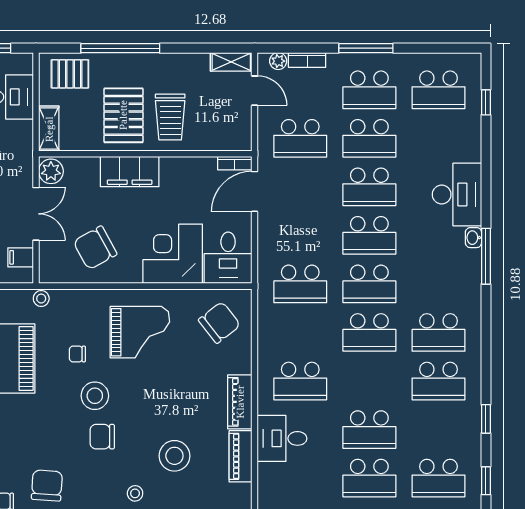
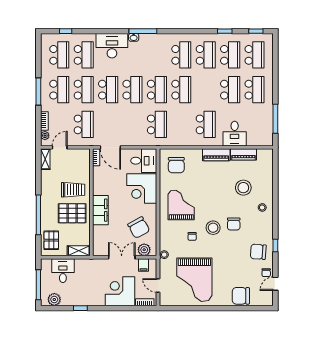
school desk: (438, 138) -> (84, 55), added
plant: (51, 171) -> (144, 250), moved
chair: (219, 322) -> (176, 165), turned -142
school desk: (438, 430) -> (230, 55), added

